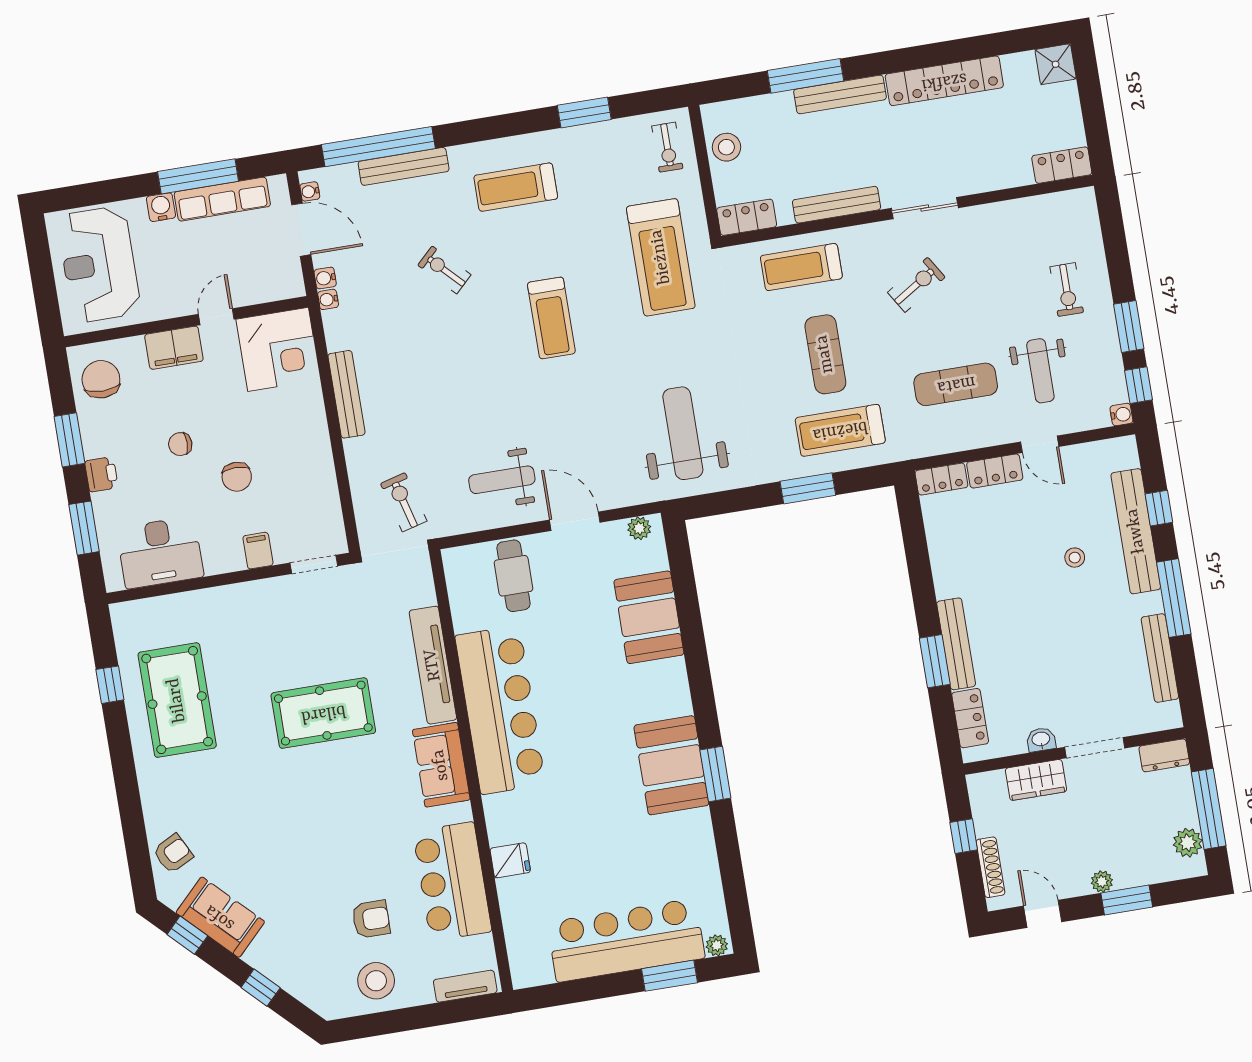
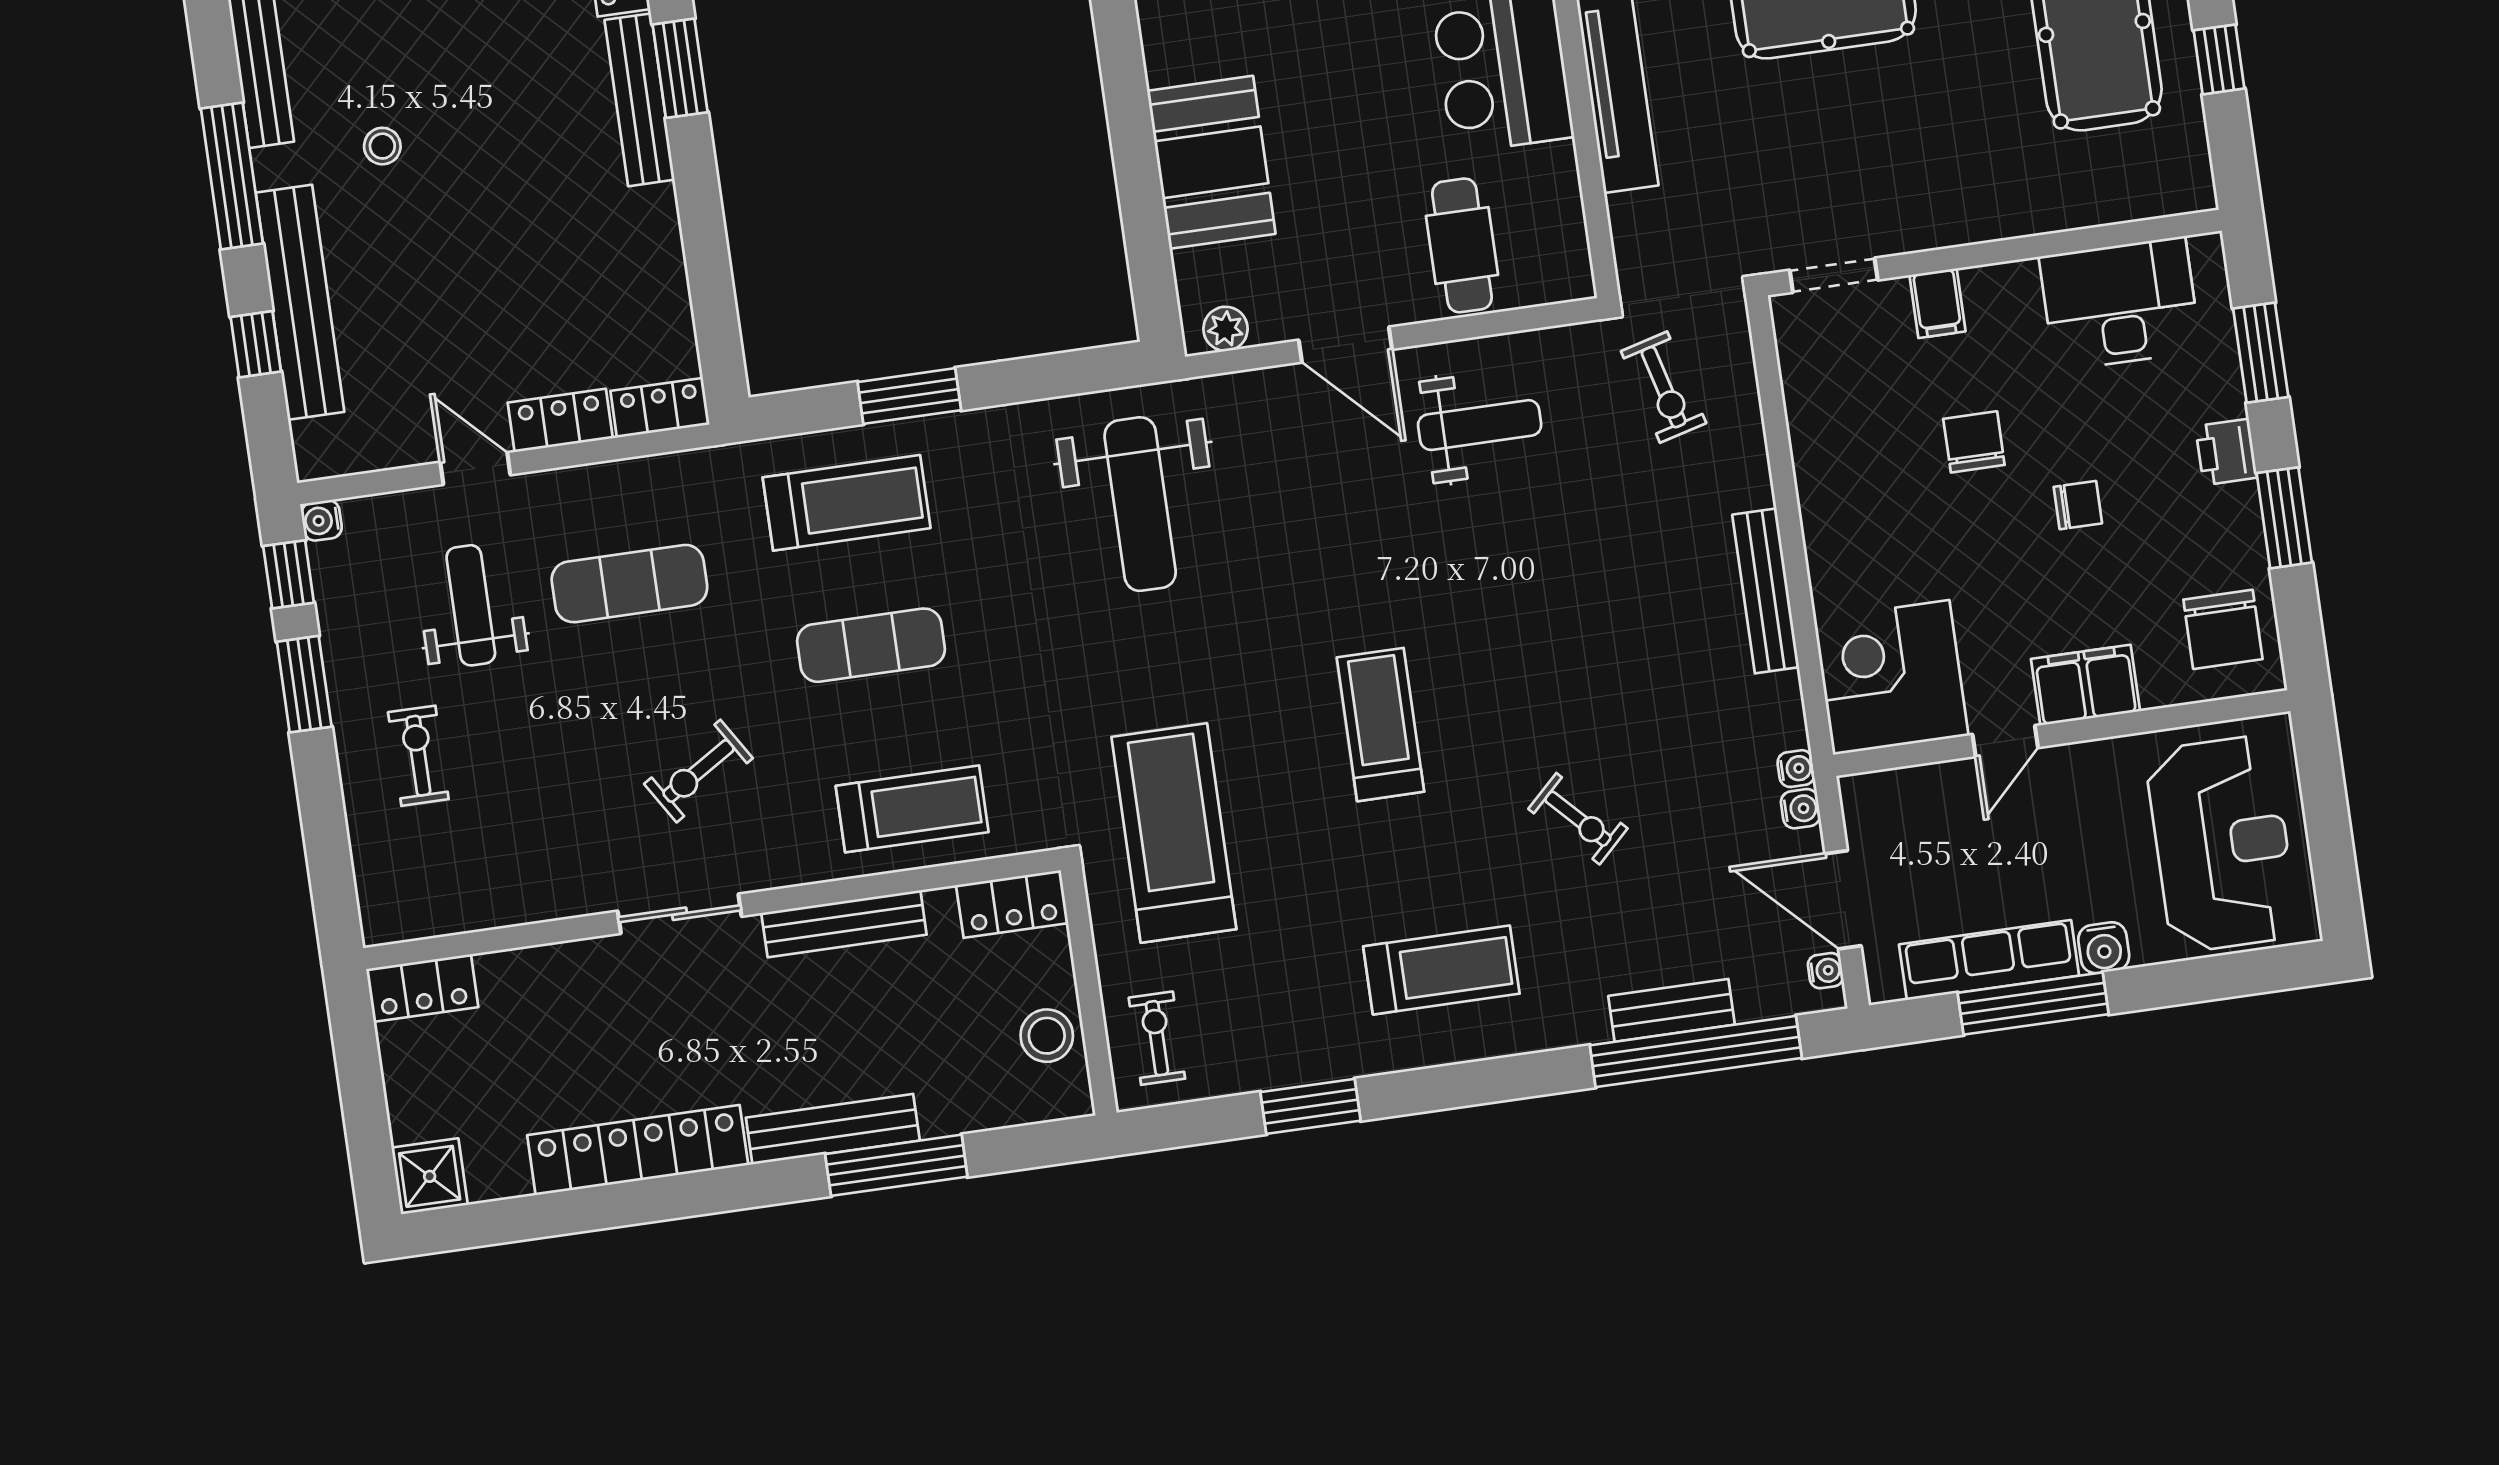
bench: (404, 166) -> (1672, 1010), width x0.73
exercise mat: (825, 354) -> (871, 645), turned 90
stool: (1075, 558) -> (382, 146), moved

